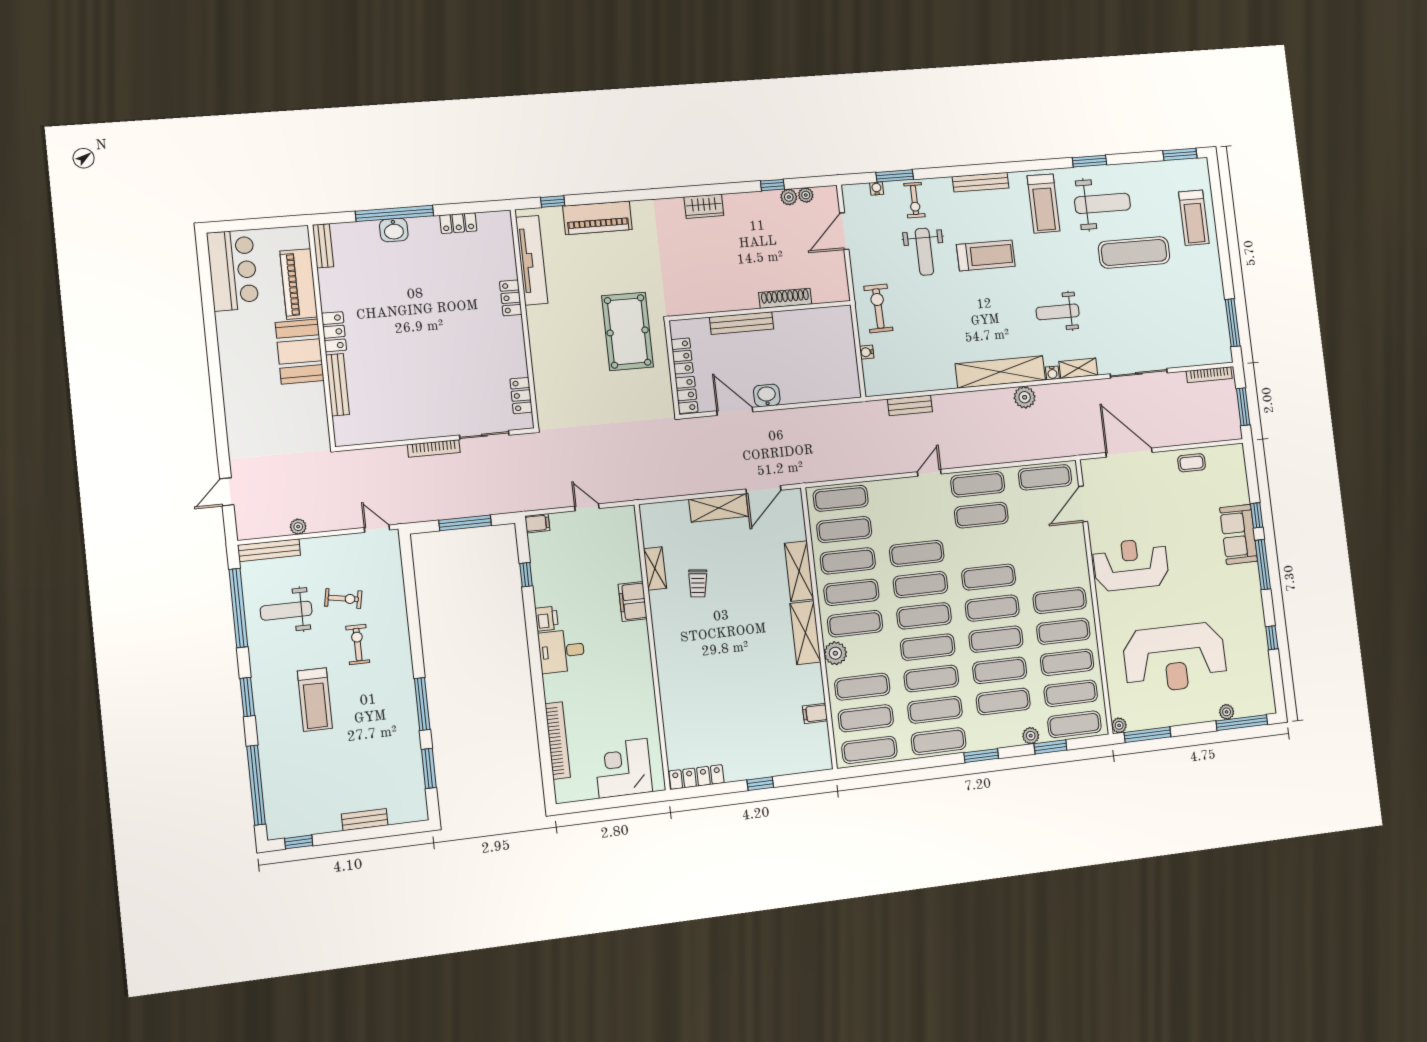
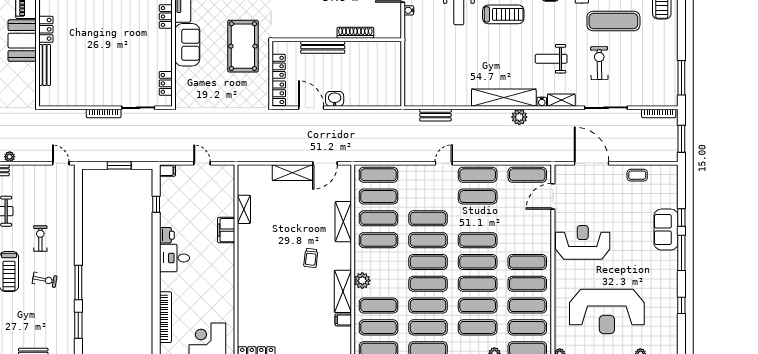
exercise bike: (878, 308) -> (599, 63), moved
sofa: (547, 336) -> (187, 45), added
water cooler: (867, 352) -> (409, 10), moved
window: (465, 523) -> (119, 165), width x0.69
trolley: (698, 583) -> (311, 258), moved
exercise bike: (343, 599) -> (45, 280), moved
exercise mat: (855, 624) -> (378, 262), removed
shelving: (805, 633) -> (343, 291), moved

